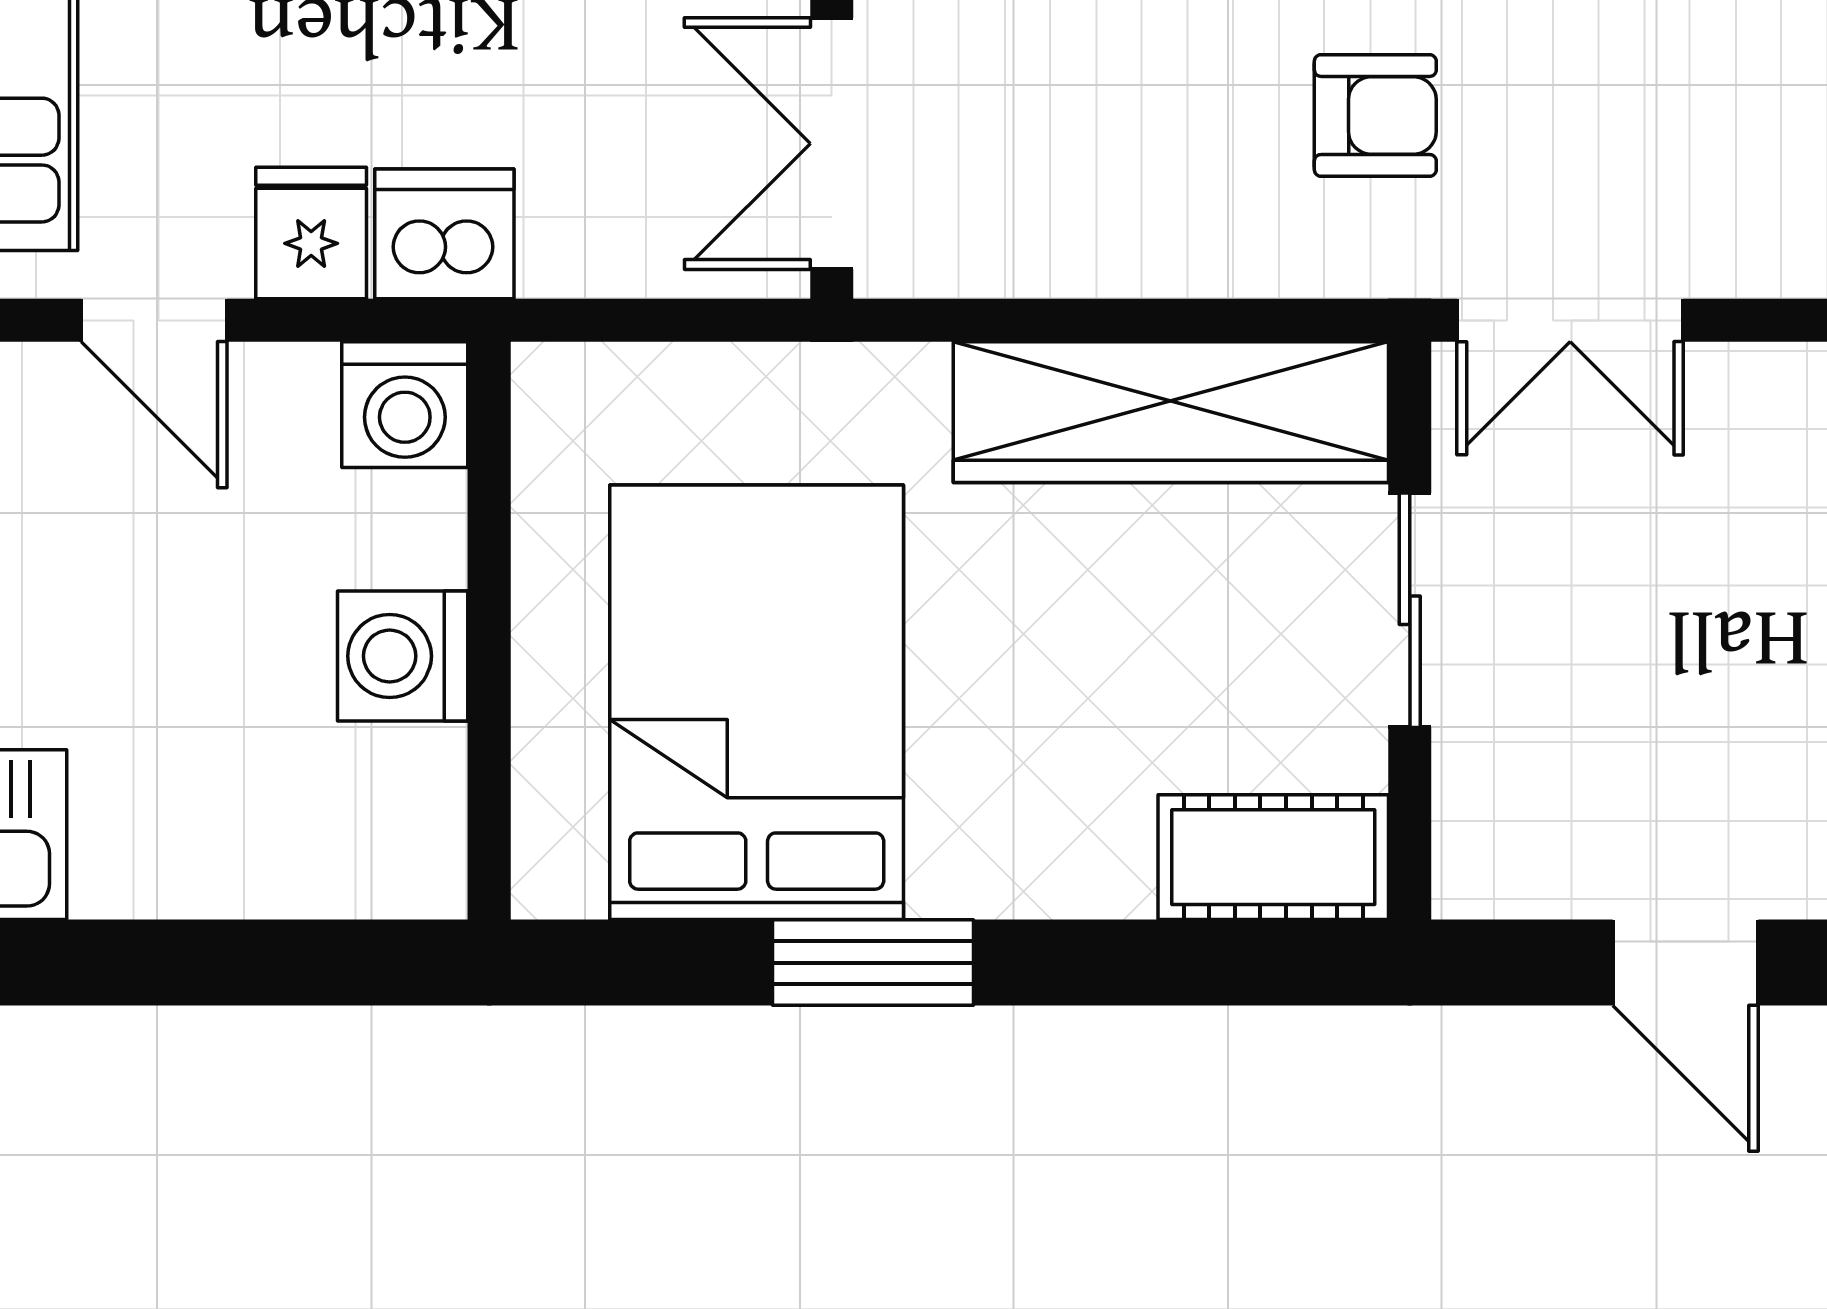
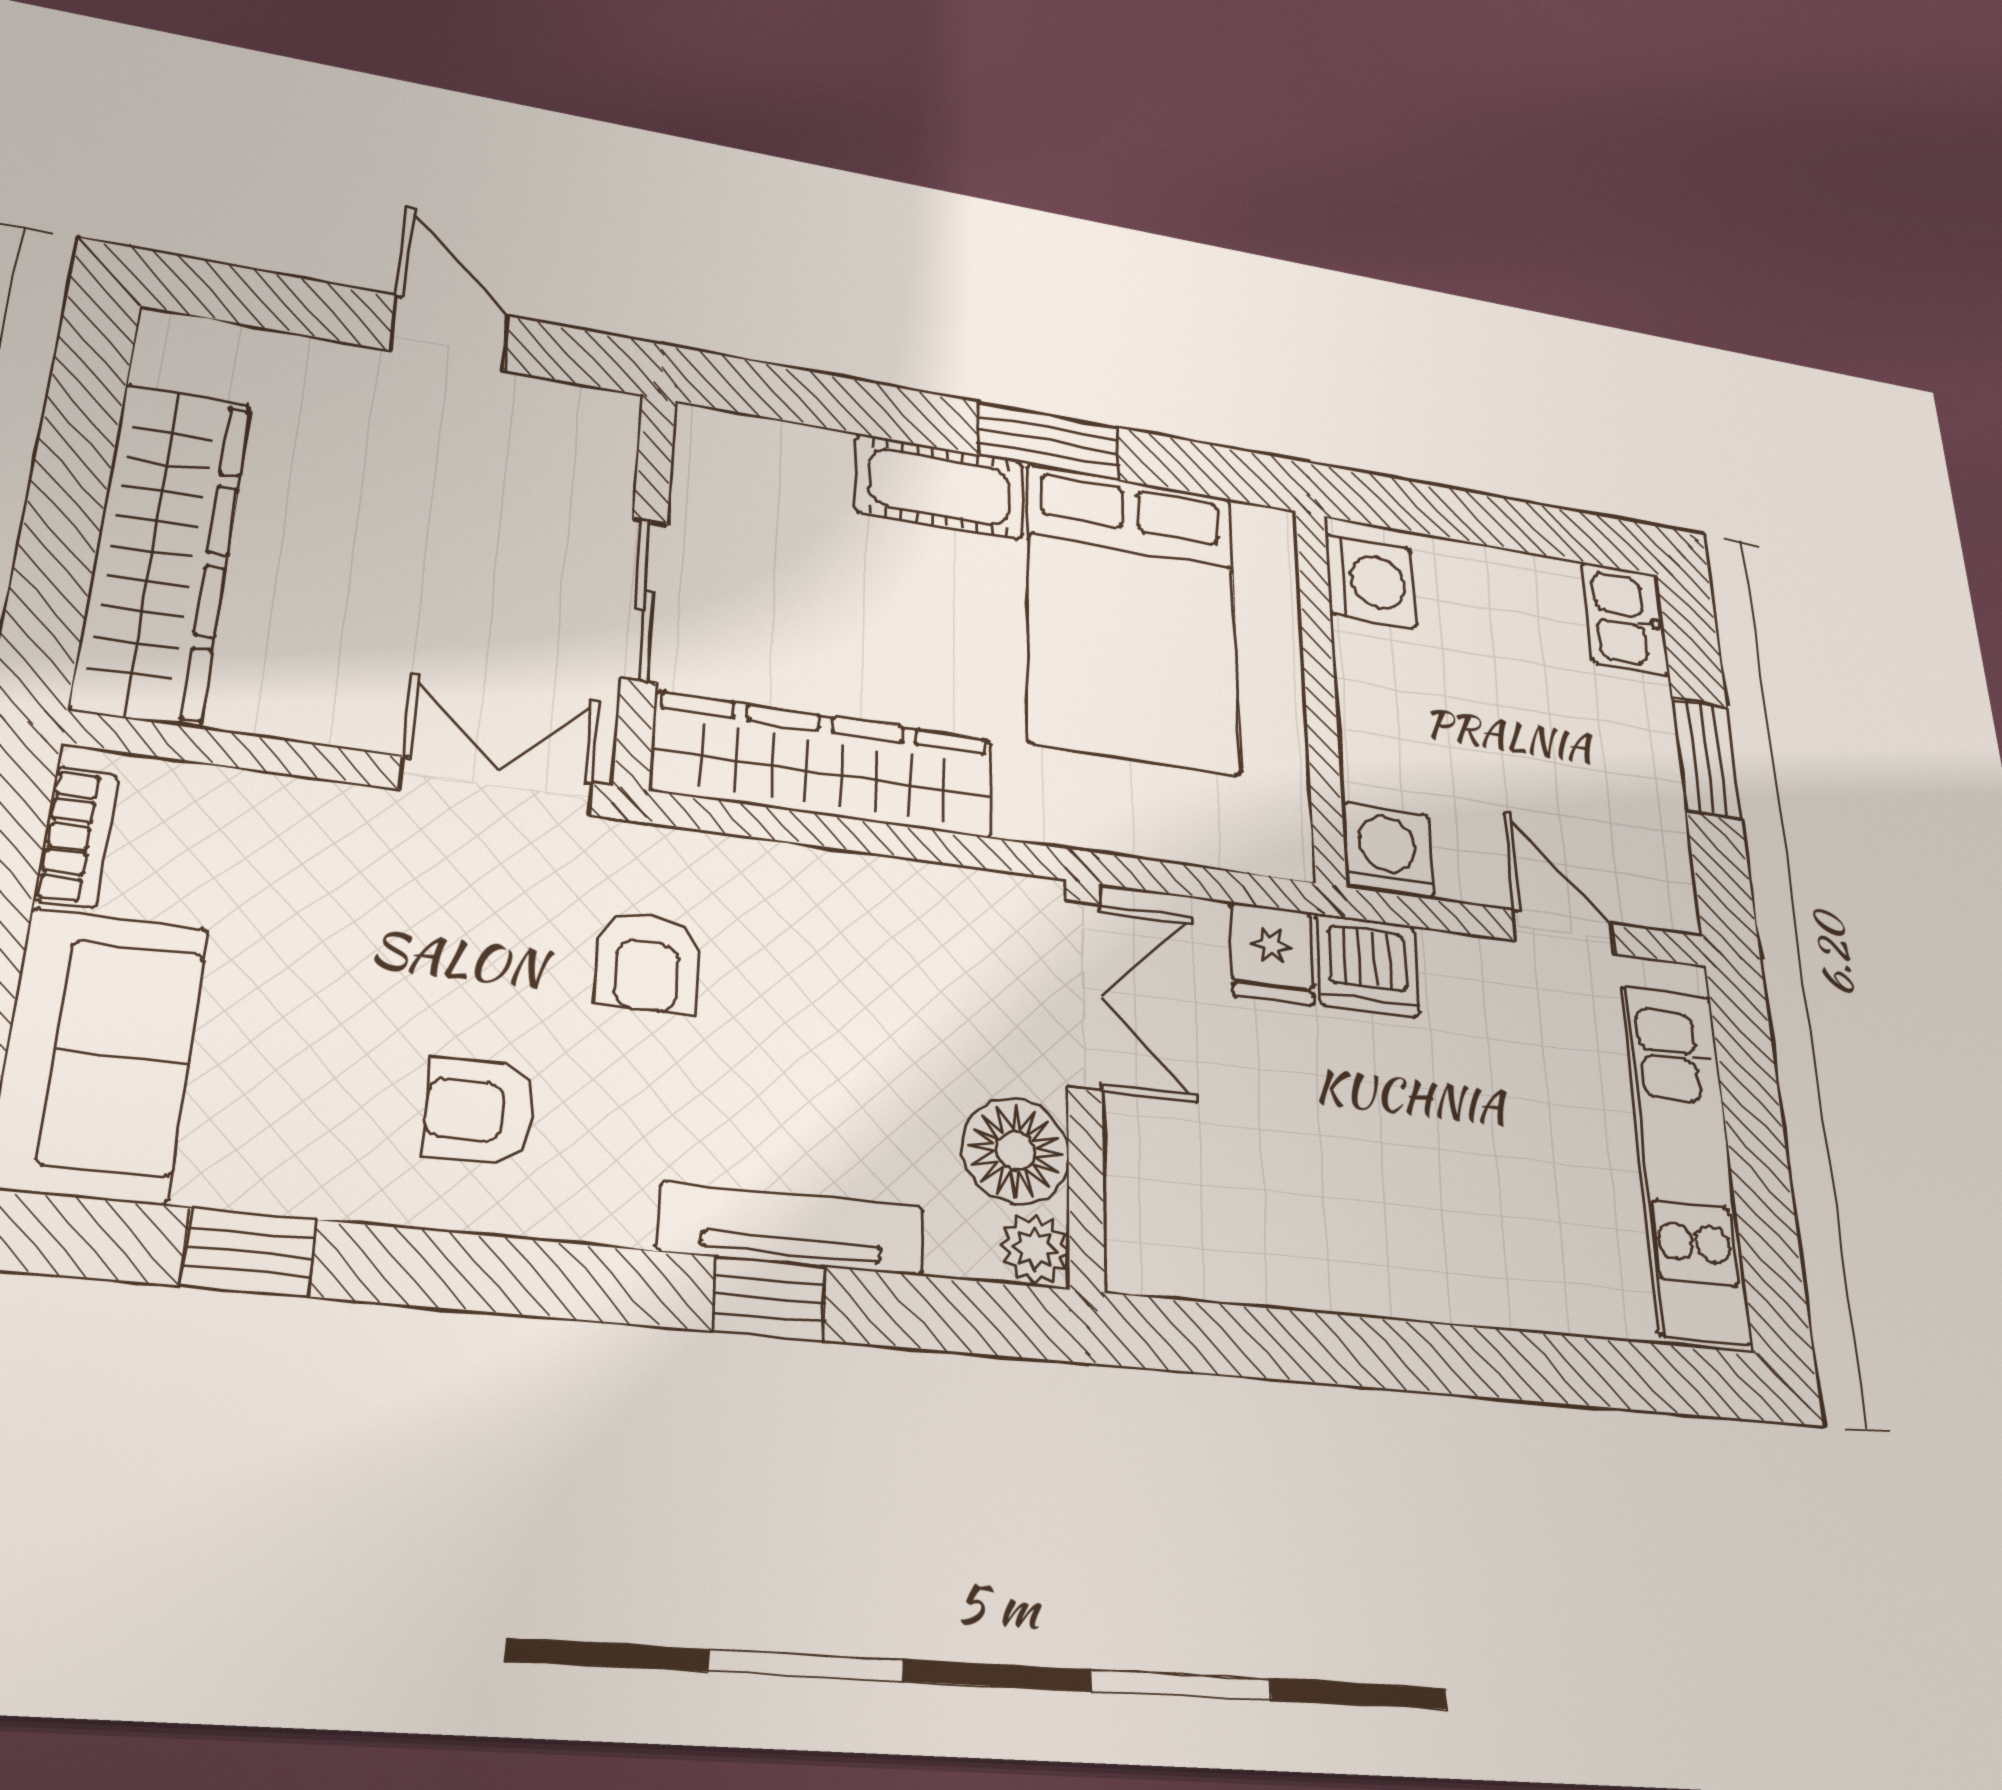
armchair: (1375, 115) -> (647, 962), turned -90
fridge: (311, 233) -> (1272, 953), moved
washing machine: (403, 656) -> (1371, 581), moved
cot: (1273, 857) -> (940, 487), moved

